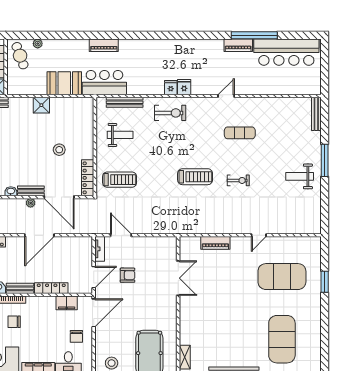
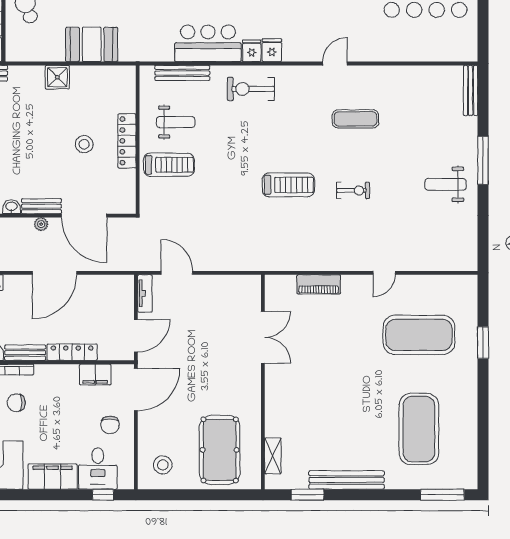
bar counter: (104, 83) -> (208, 43), moved
exercise bike: (170, 113) -> (251, 89), turned 180
locker: (88, 178) -> (127, 141), moved
treadmill: (120, 180) -> (169, 165), moved
armchair: (128, 275) -> (187, 333), removed

